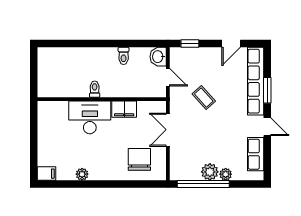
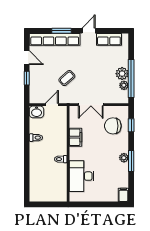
window: (190, 44) -> (27, 78), moved
desk: (90, 117) -> (82, 176), moved
plant: (82, 174) -> (124, 158), moved
plant: (226, 174) -> (124, 85), moved
window: (92, 184) -> (131, 161), added
window: (140, 184) -> (131, 125), added

